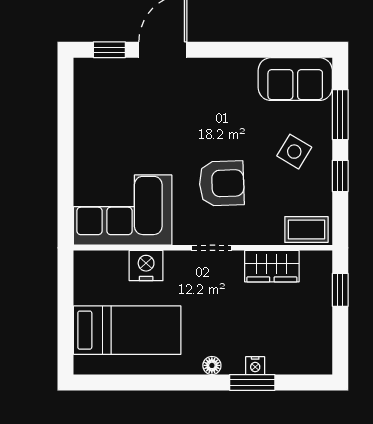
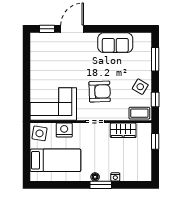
sofa: (295, 79) -> (115, 43), moved
side table: (294, 152) -> (140, 87), moved
window: (340, 176) -> (155, 99), moved
side table: (93, 273) -> (40, 133), added
window: (252, 382) -> (101, 185), moved

